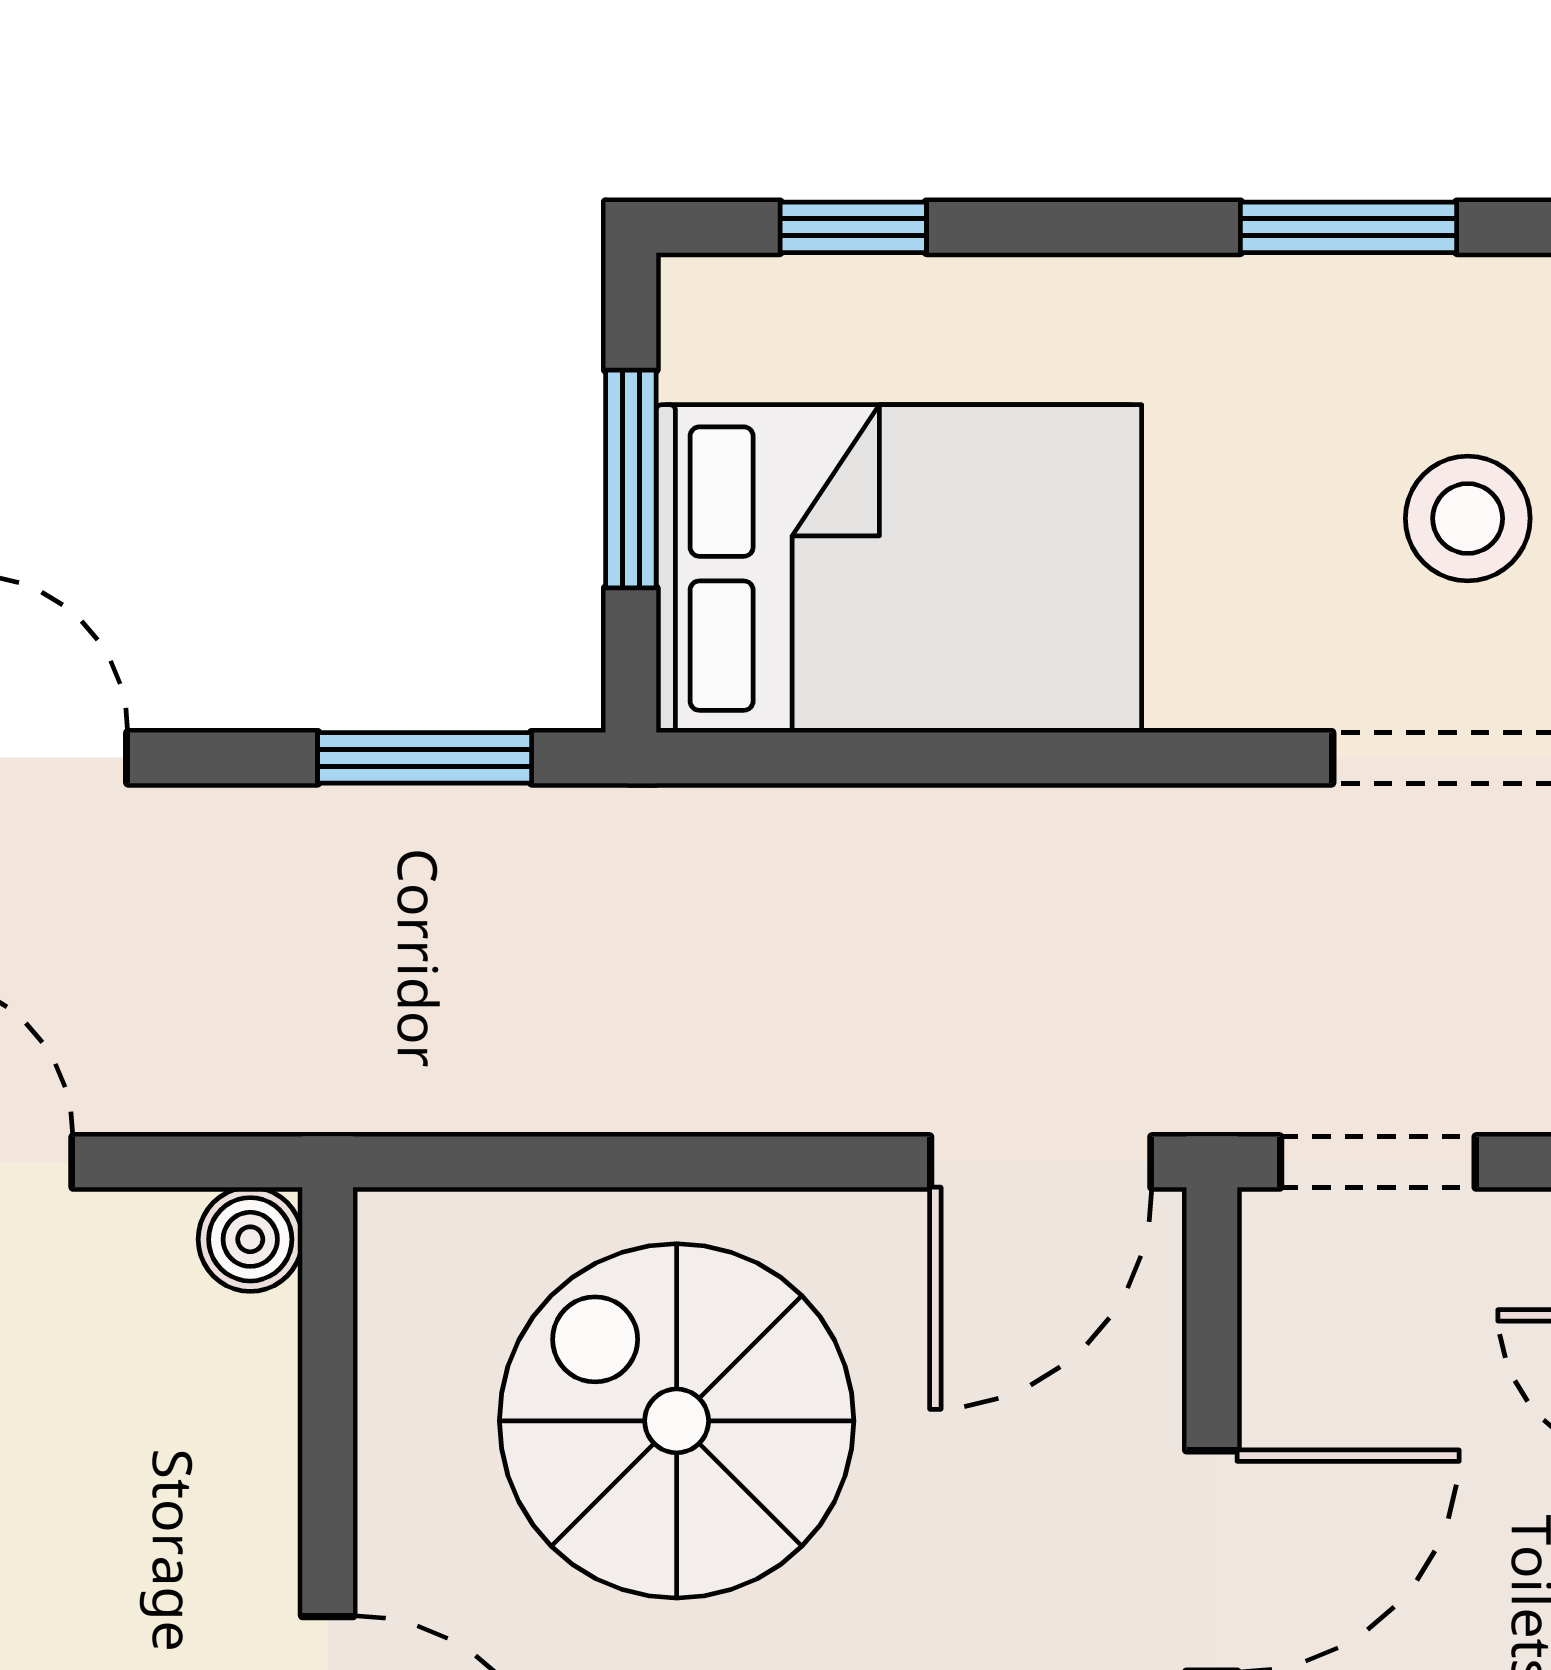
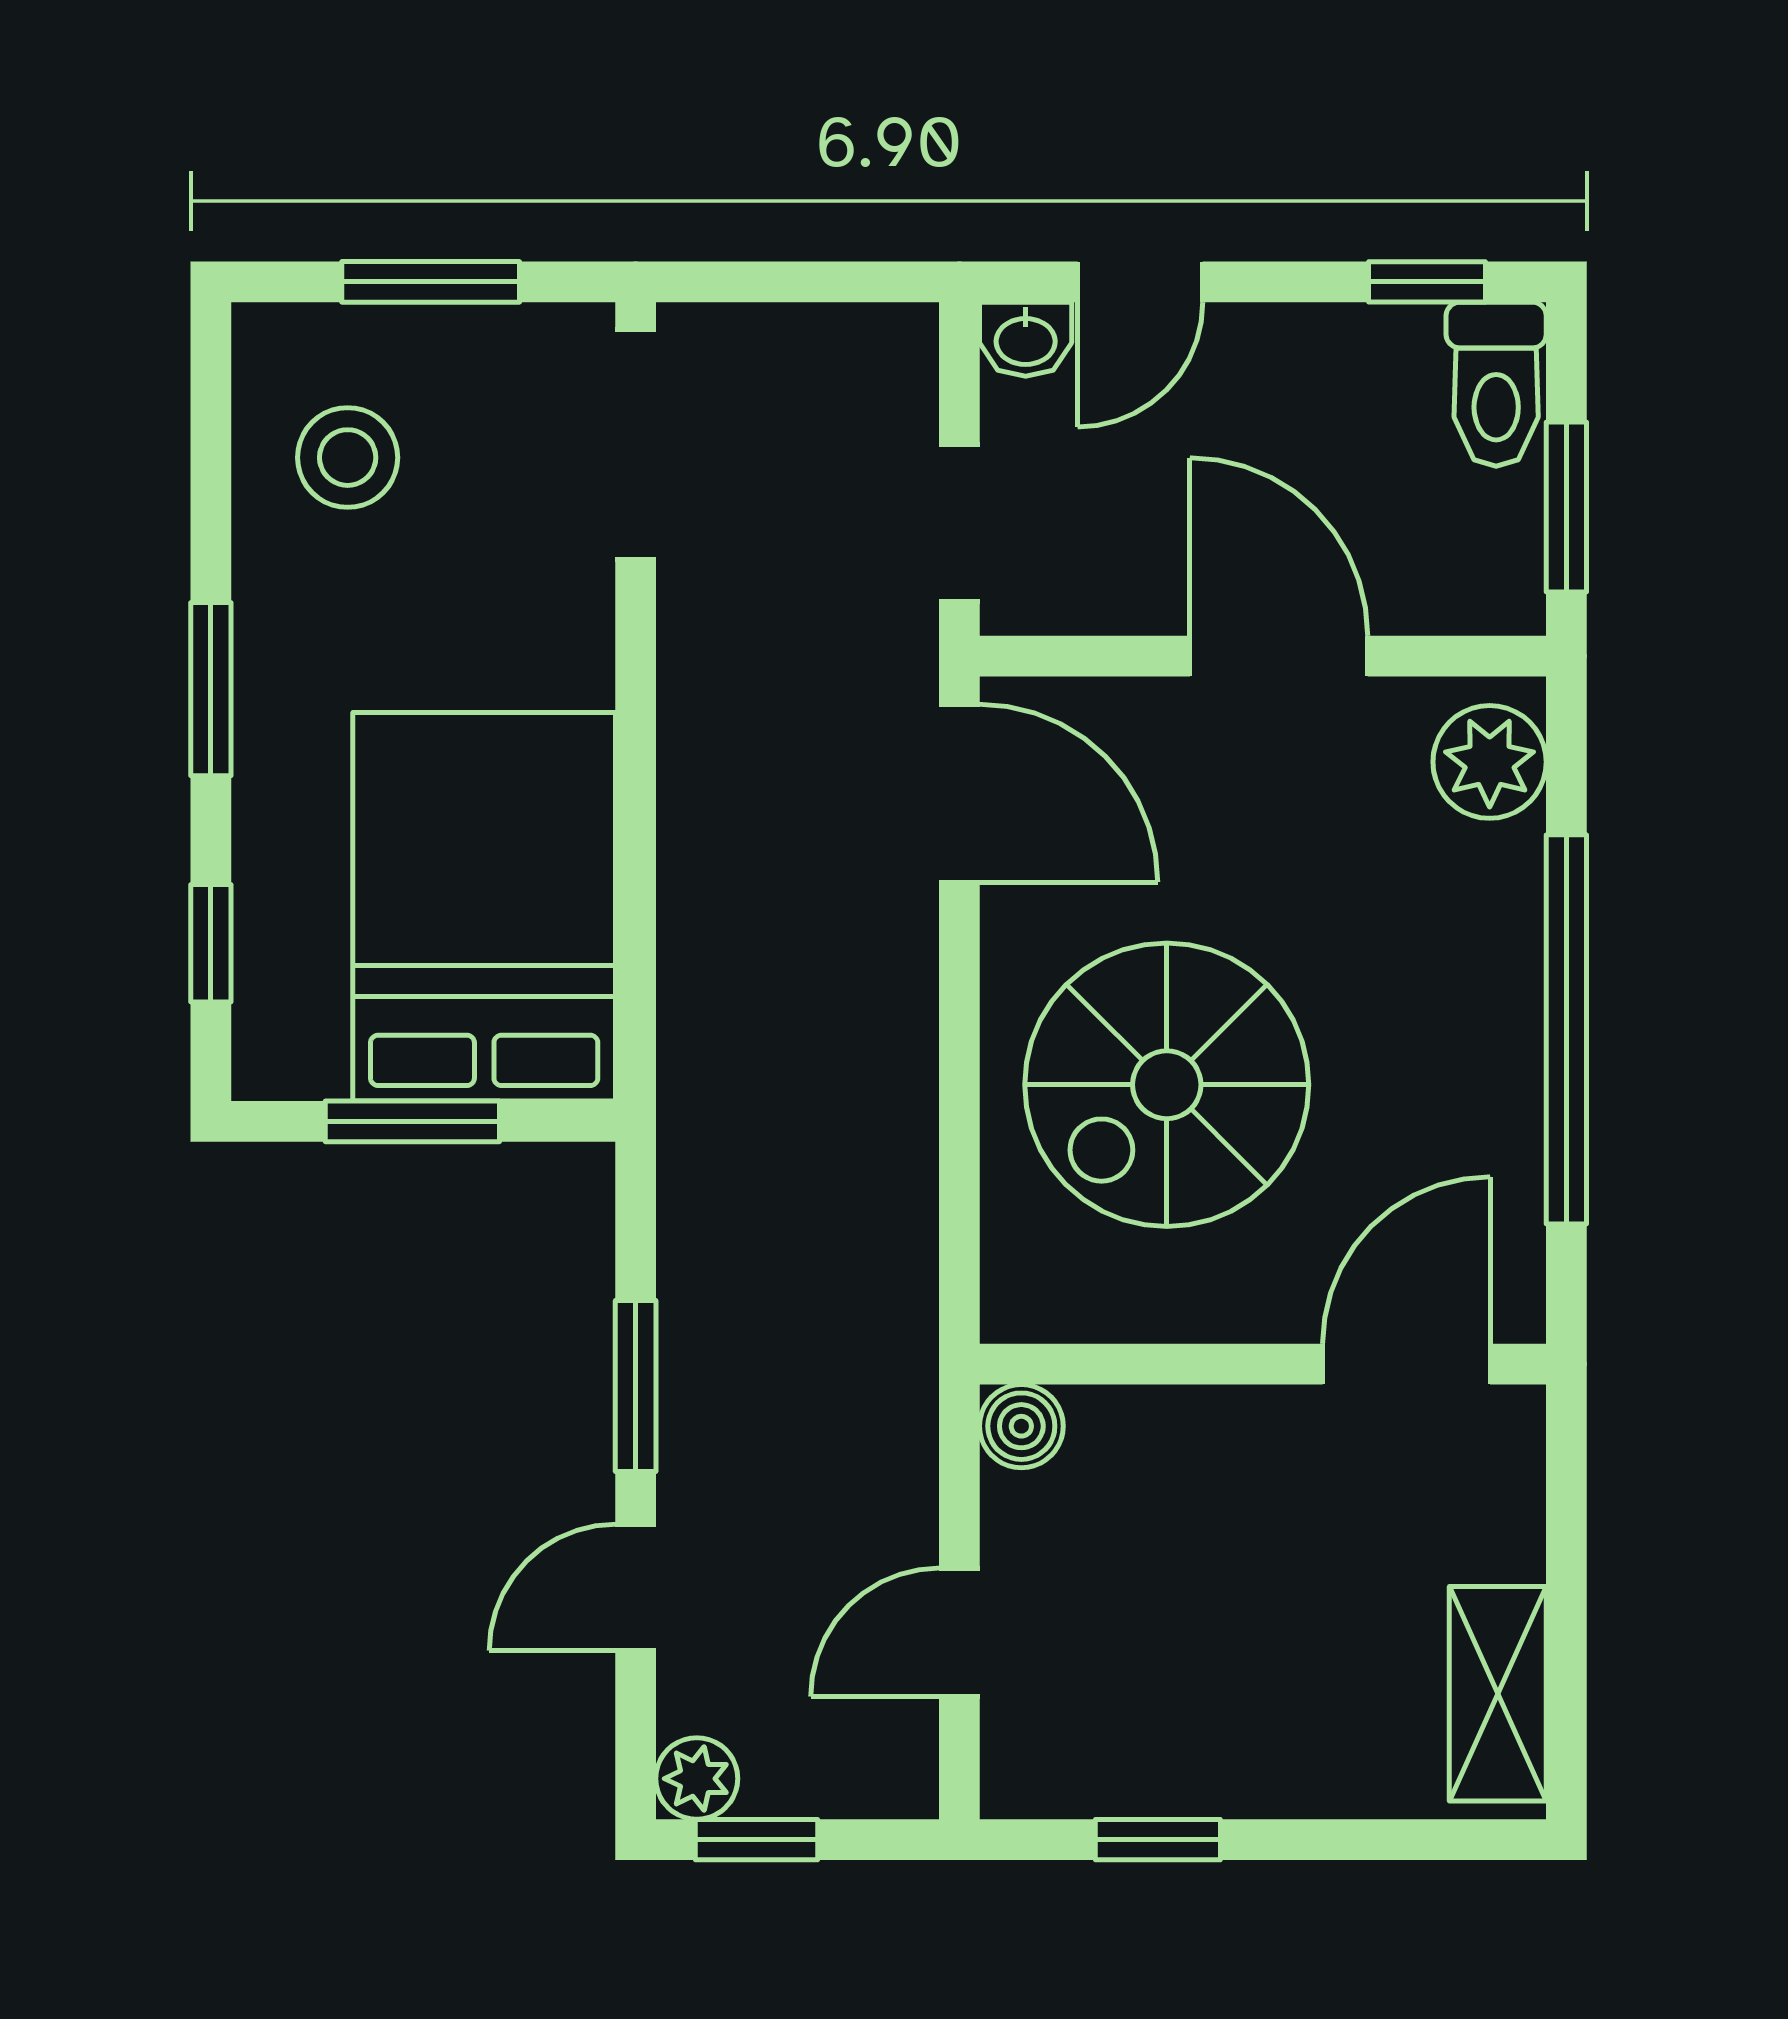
window: (1349, 227) -> (211, 689), moved
stool: (1468, 518) -> (348, 458), moved
window: (425, 758) -> (636, 1386), moved

